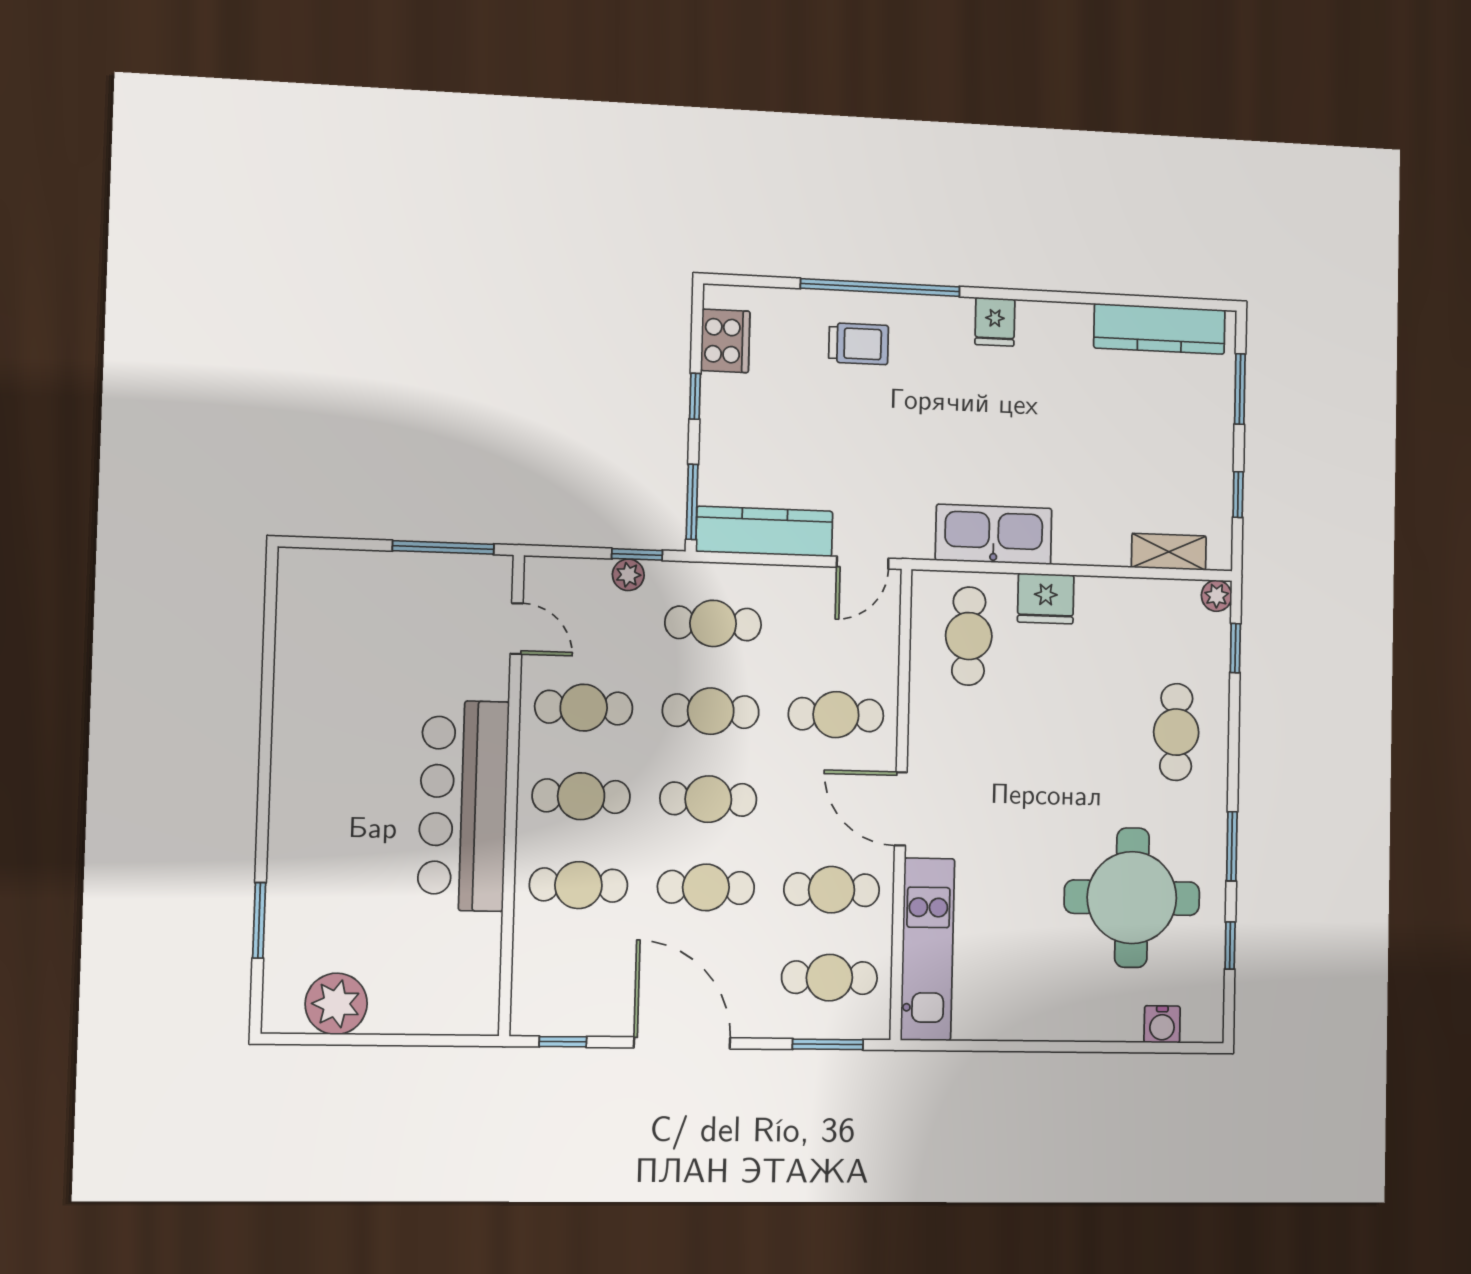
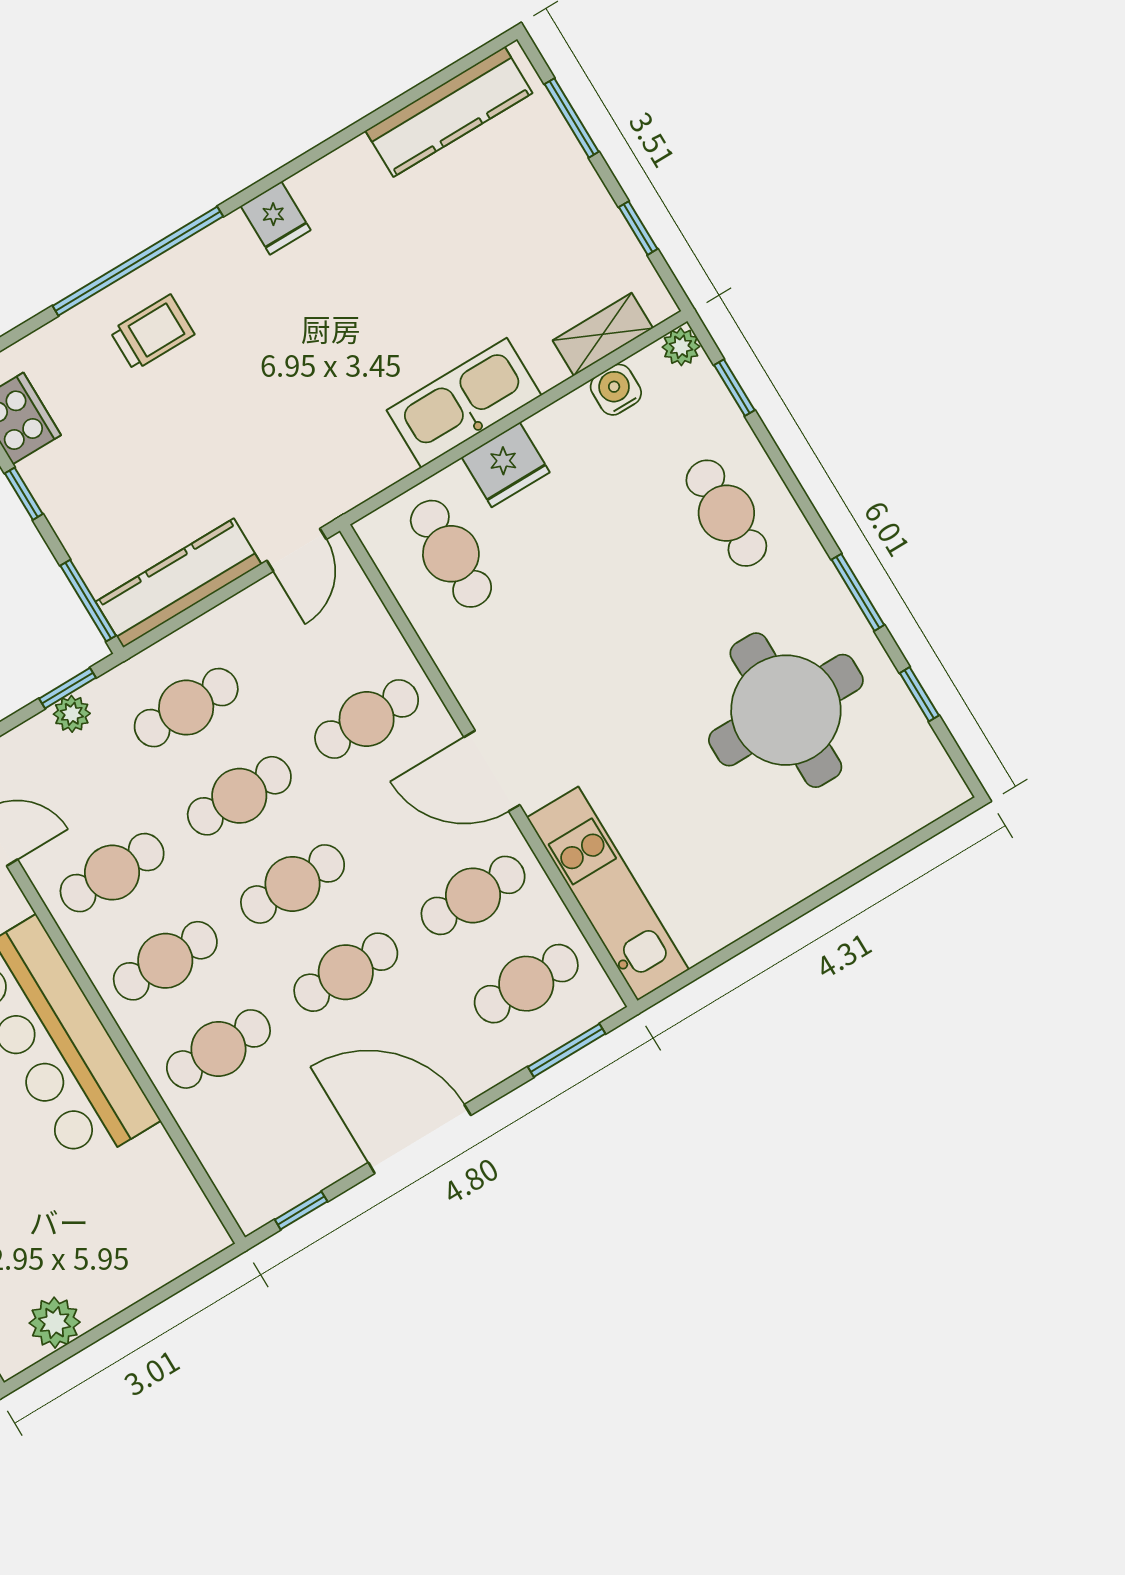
kitchen sink: (994, 534) -> (464, 403), moved
plant: (336, 1004) -> (55, 1323), width x0.73, depth x0.73
water cooler: (1162, 1024) -> (616, 390), moved, turned 180

